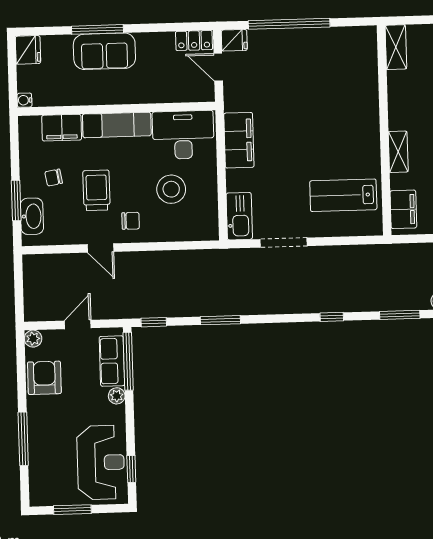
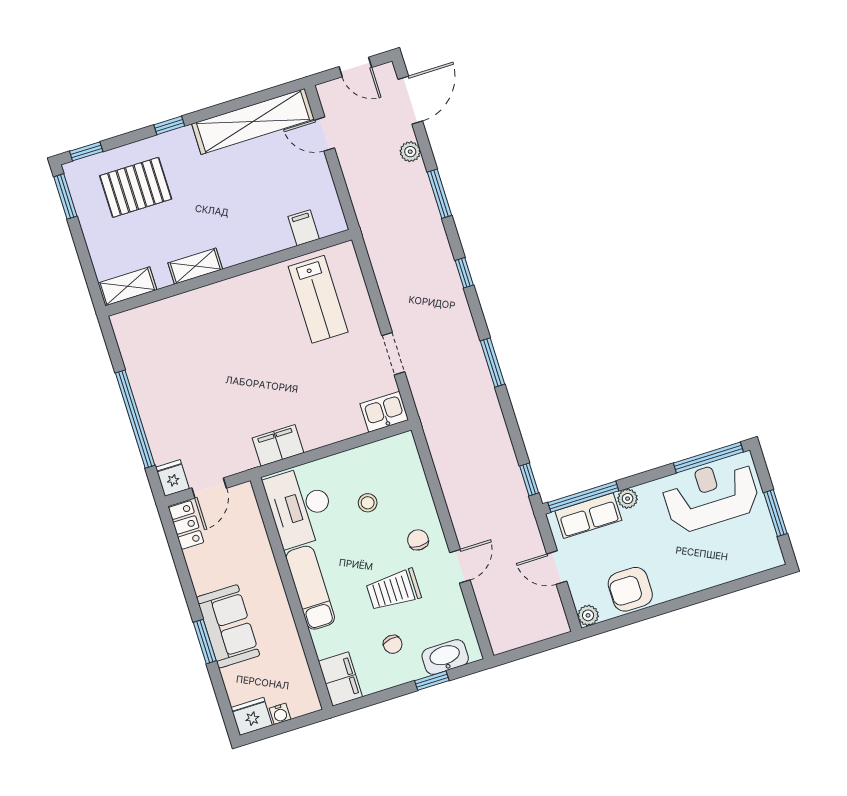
window: (98, 29) -> (205, 642), width x0.69
water cooler: (24, 100) -> (280, 714), moved
filing cabinet: (62, 128) -> (340, 679), moved
filing cabinet: (239, 140) -> (278, 445), width x0.67, depth x0.86
shelving: (398, 152) -> (195, 266), moved
stool: (171, 189) -> (368, 503), width x0.53, depth x0.53
window: (16, 200) -> (432, 681), width x0.67
filing cabinet: (403, 209) -> (304, 228), width x0.50
kitchen sink: (239, 216) -> (384, 412), width x0.73
doorway: (284, 243) -> (393, 354), width x0.73
window: (220, 320) -> (492, 363), moved
window: (23, 439) -> (709, 594), removed
window: (131, 469) -> (708, 457), width x2.17

